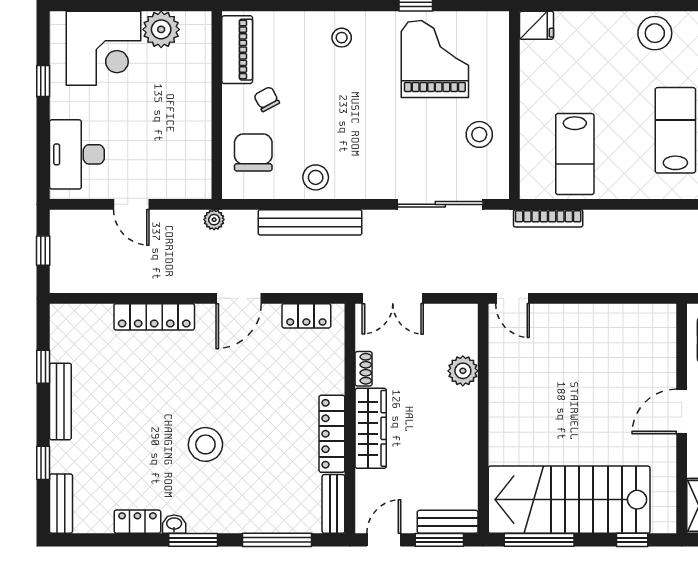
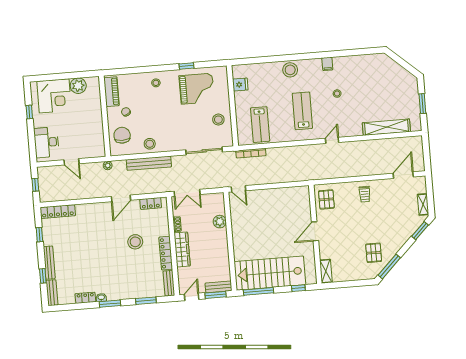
fridge: (537, 25) -> (240, 85), moved
grand piano: (435, 59) -> (197, 89), turned 90
locker: (154, 317) -> (58, 212), moved
bench: (60, 401) -> (49, 263), moved
stool: (205, 444) -> (135, 242), moved
window: (277, 540) -> (146, 301), width x0.69

